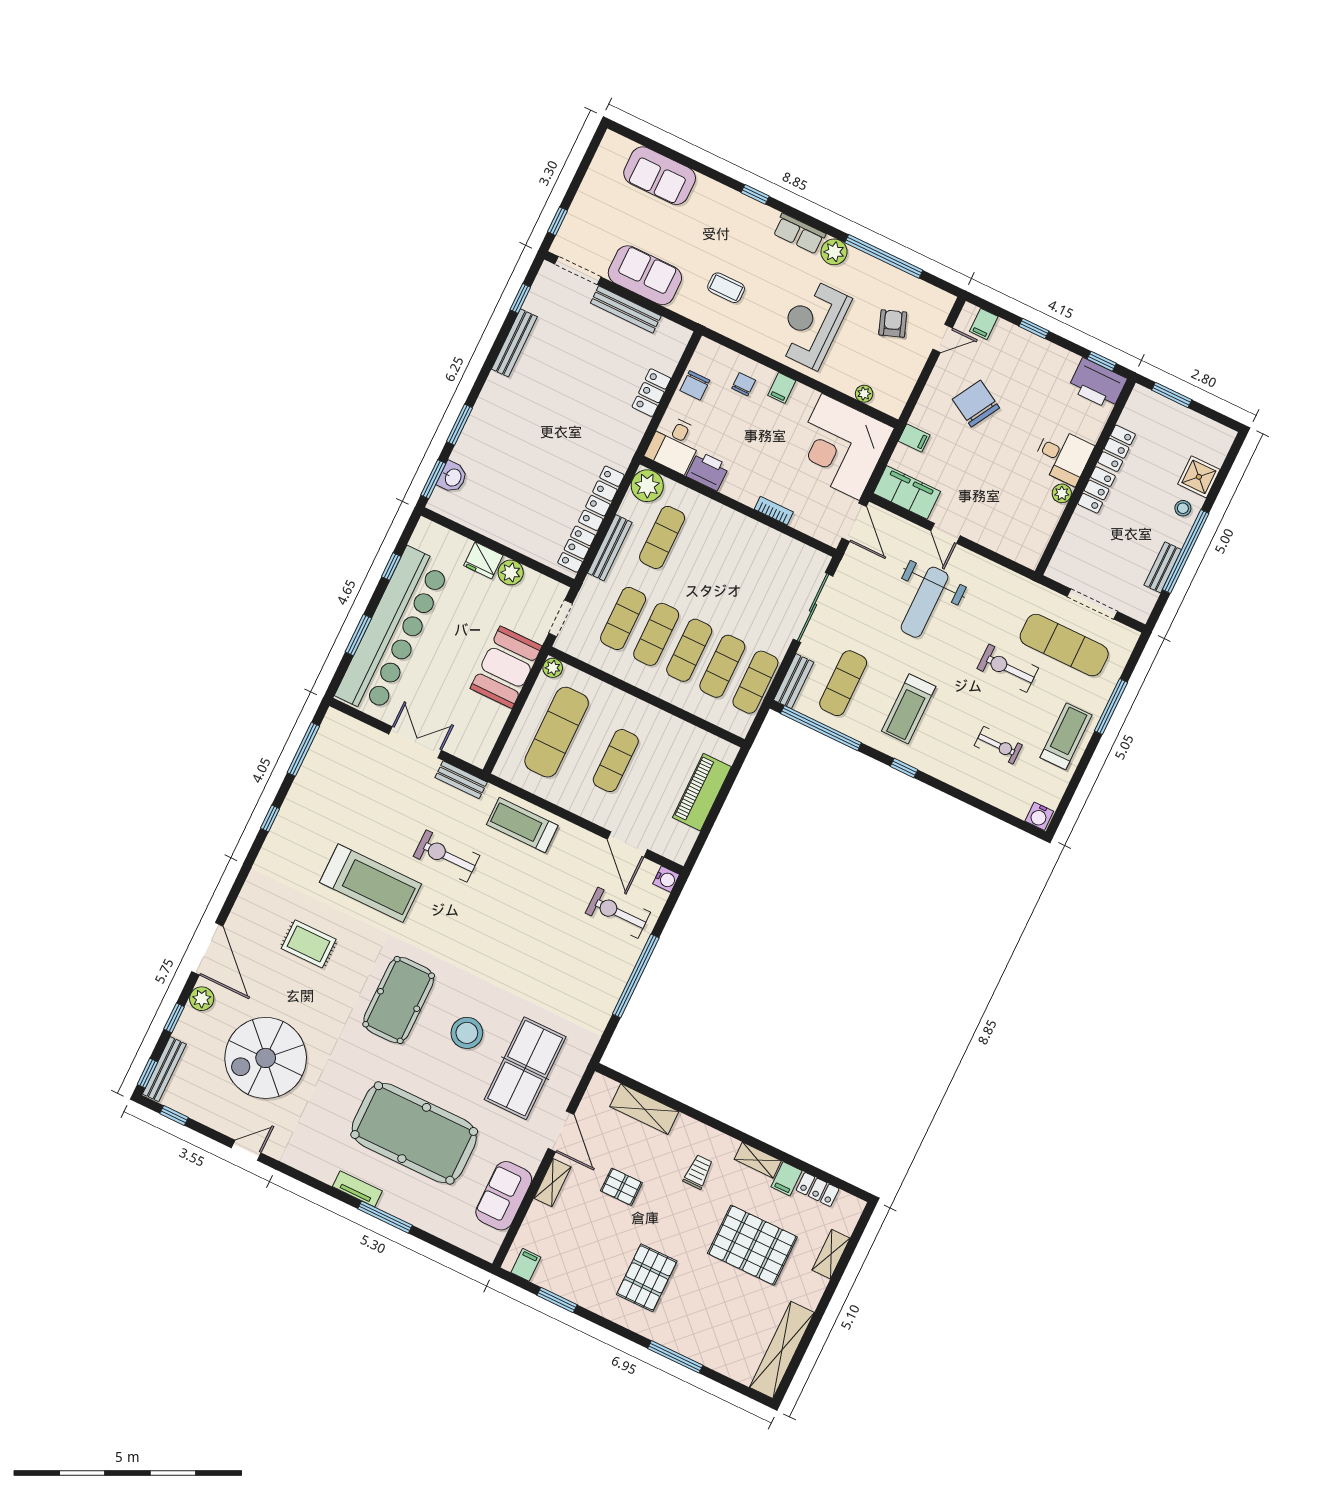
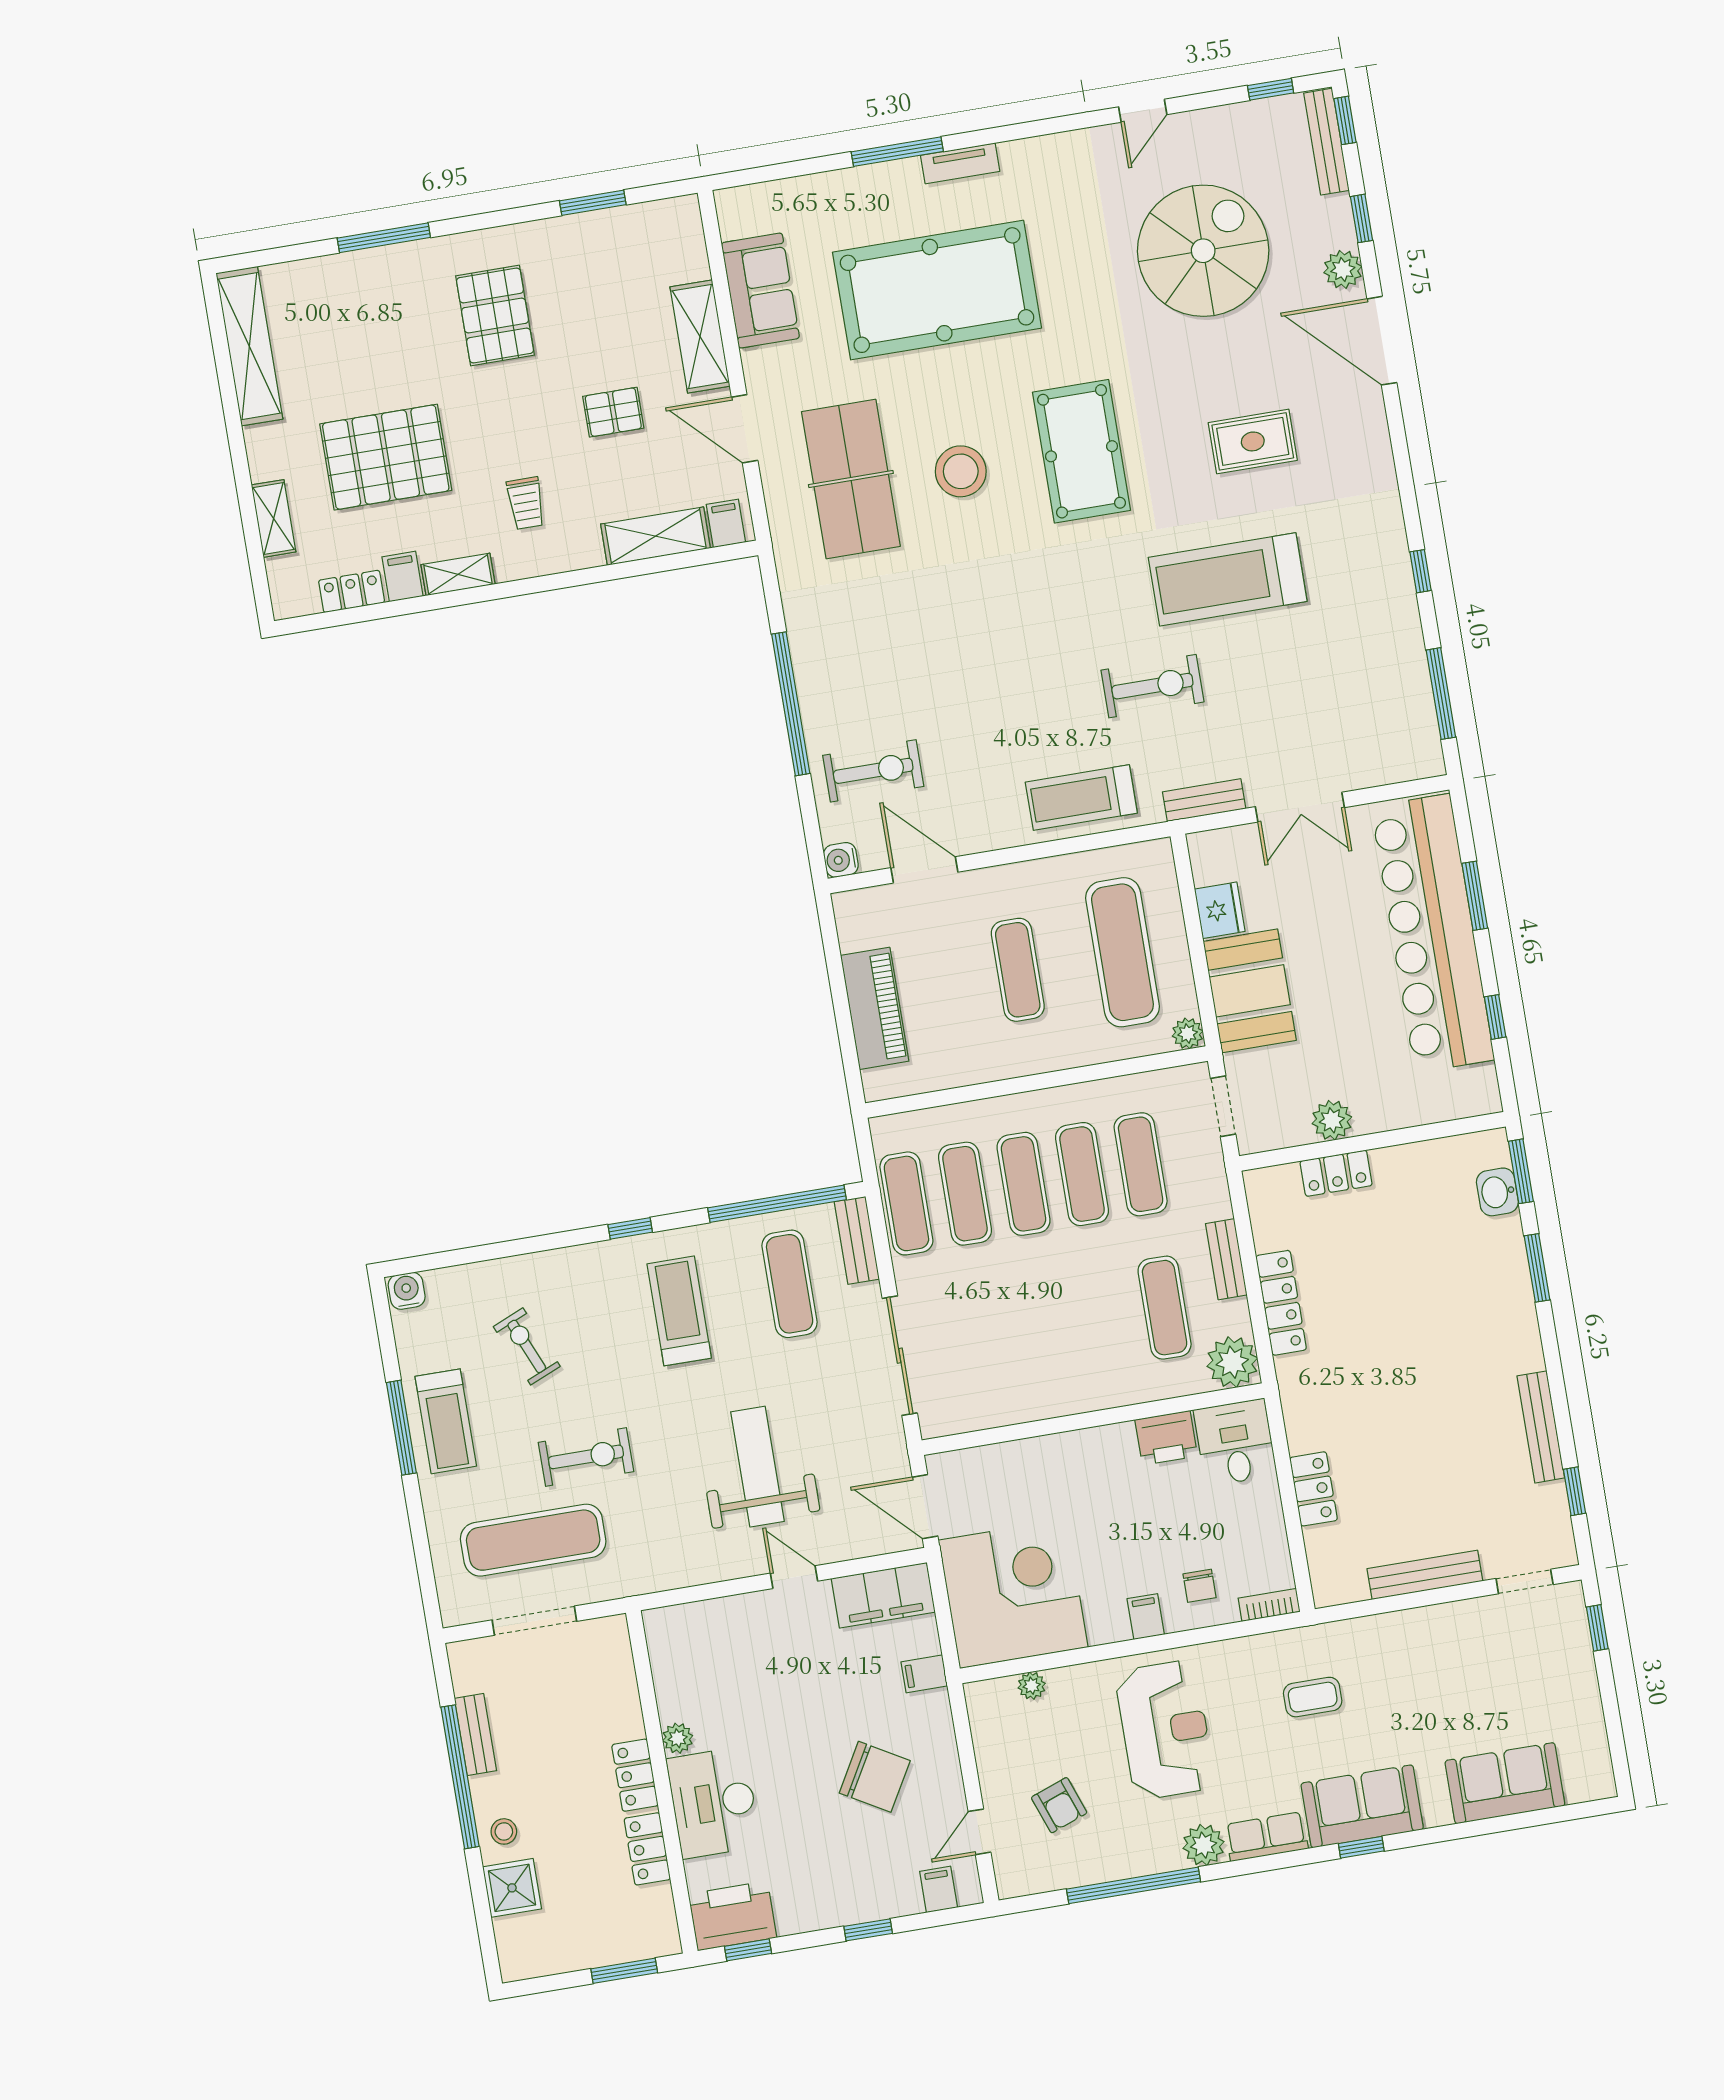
doorway: (578, 271) -> (1525, 1582), width x0.73
sofa: (645, 275) -> (1362, 1806), moved, turned 180
chair: (695, 385) -> (1263, 1539), removed
desk: (1063, 456) -> (714, 1803), width x1.37
bookcase: (774, 511) -> (1269, 1605), moved, turned 180
bench: (610, 548) -> (1226, 1259), width x0.73
locker: (576, 549) -> (1336, 1173), moved, turned 90
fridge: (483, 560) -> (1220, 910), moved, turned 90
window: (1111, 707) -> (401, 1428), moved
exercise bike: (998, 745) -> (527, 1346), turned 67
treadmill: (522, 825) -> (1081, 798), turned 180
shelving: (552, 1183) -> (700, 336), width x1.50, depth x1.33
filing cabinet: (526, 1265) -> (726, 523), moved, turned 180

